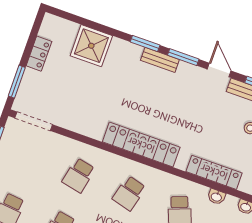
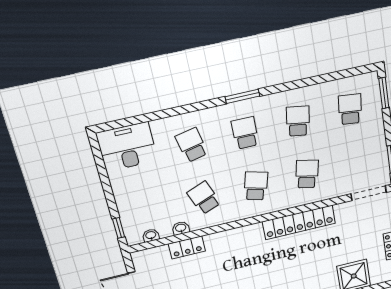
locker: (141, 145) -> (299, 222), moved
locker: (214, 172) -> (187, 247), width x0.66

